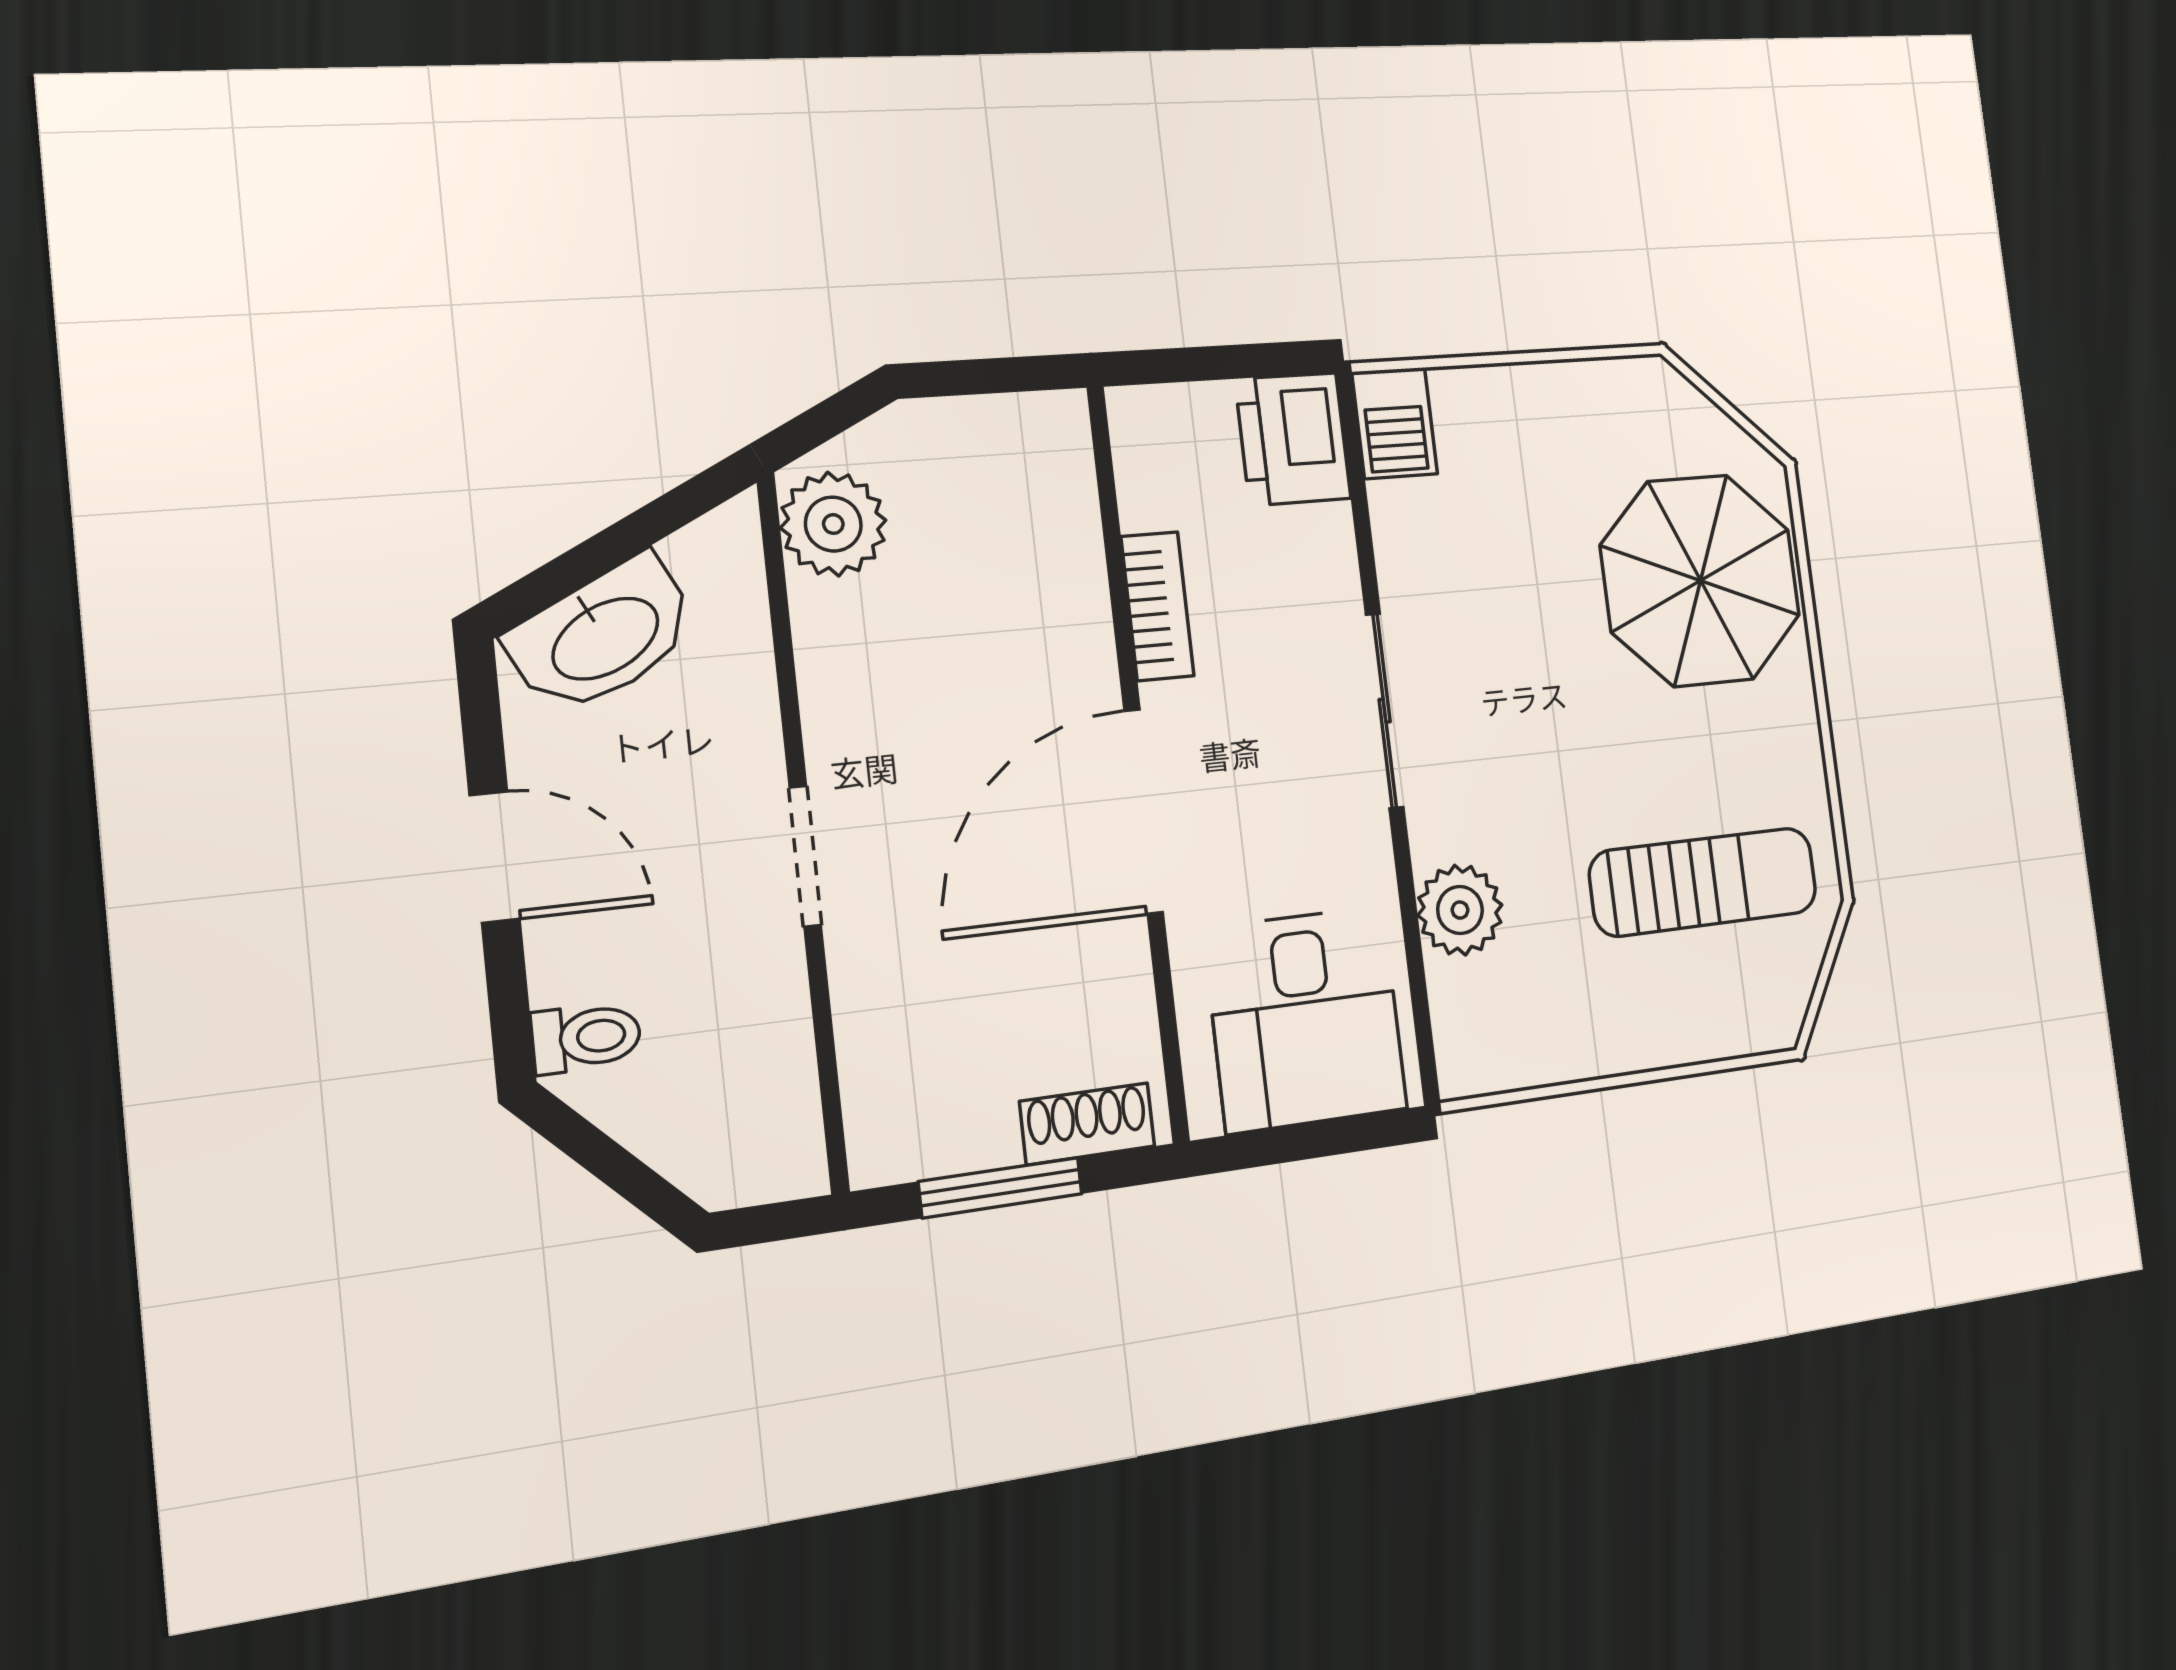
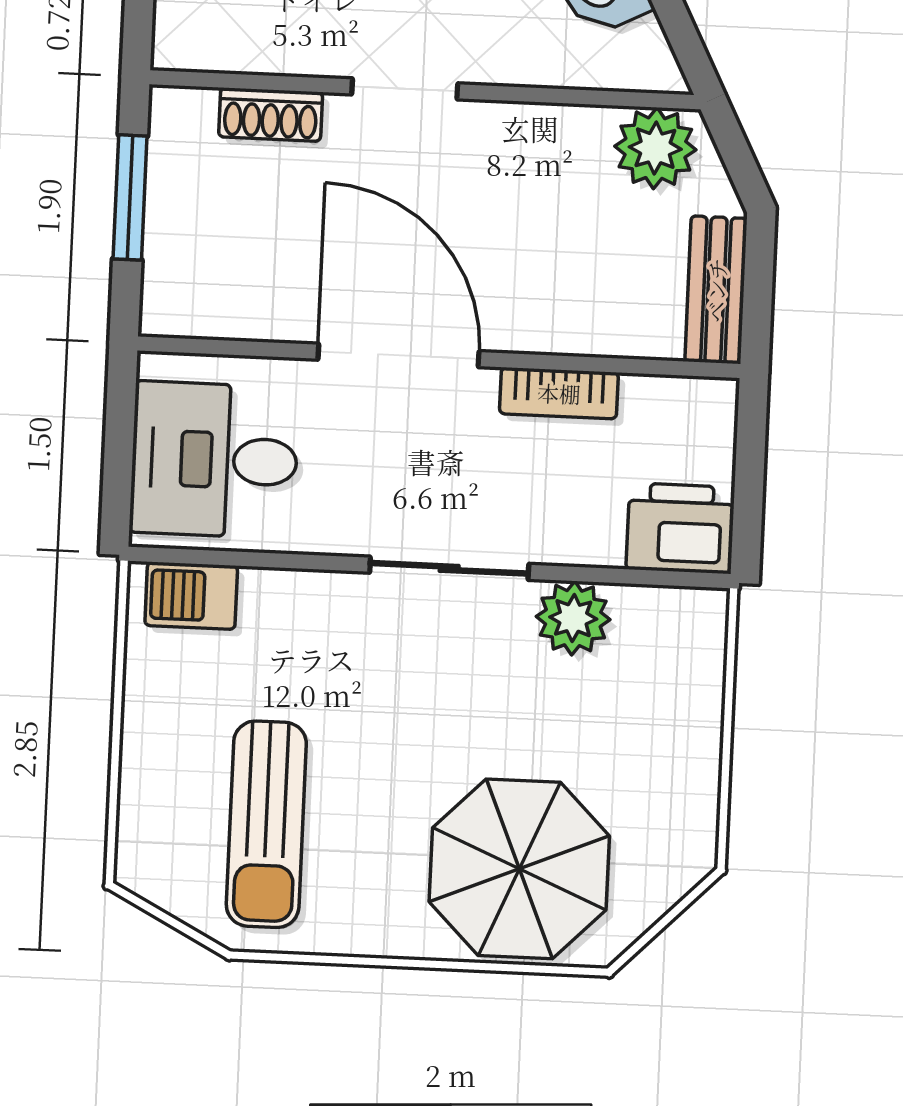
barbecue: (1395, 423) -> (191, 596), moved
bench: (1001, 428) -> (716, 290), added
plant: (1460, 910) -> (573, 618), moved
shoe rack: (1087, 1124) -> (271, 115), moved, turned 90

